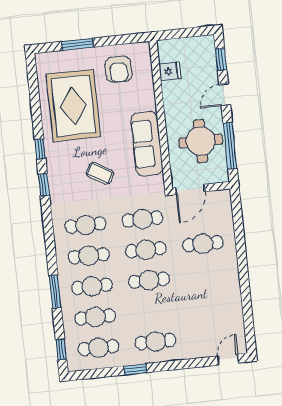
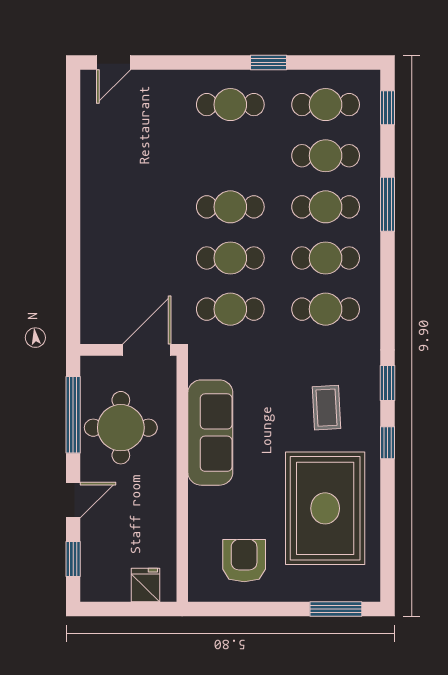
window: (78, 44) -> (336, 609), moved
fridge: (170, 71) -> (145, 585), moved, turned 90
coffee table: (100, 173) -> (326, 408), moved, turned 57
cafe table: (203, 244) -> (135, 258), removed

